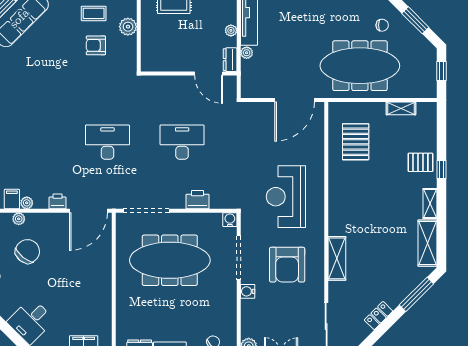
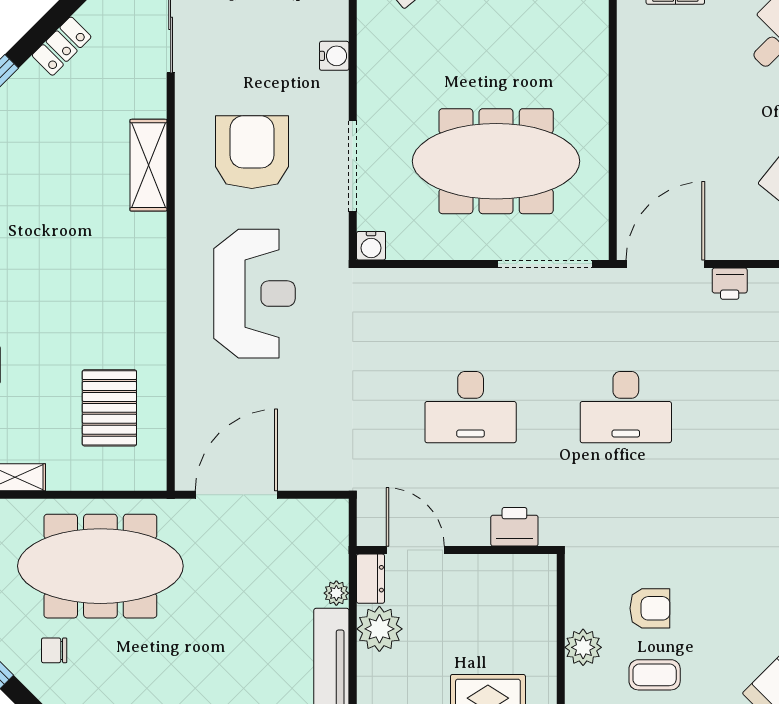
plant: (231, 30) -> (379, 629), width x1.88, depth x1.88
printer: (198, 200) -> (514, 527), moved, turned 180
water cooler: (248, 291) -> (334, 56), moved

